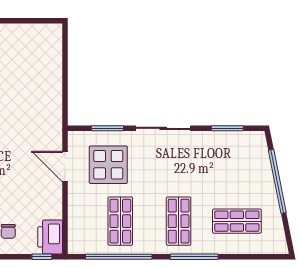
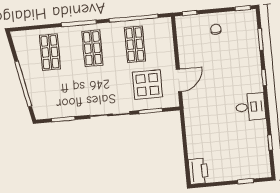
door: (65, 167) -> (179, 80), hinge flipped
shop shelf: (237, 221) -> (50, 52), turned 90
printer: (50, 237) -> (198, 171), moved

